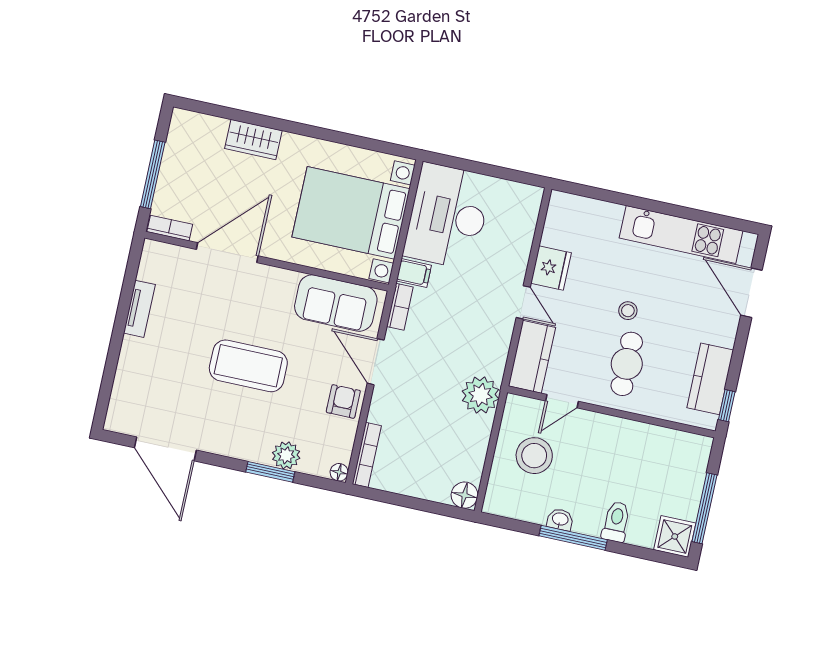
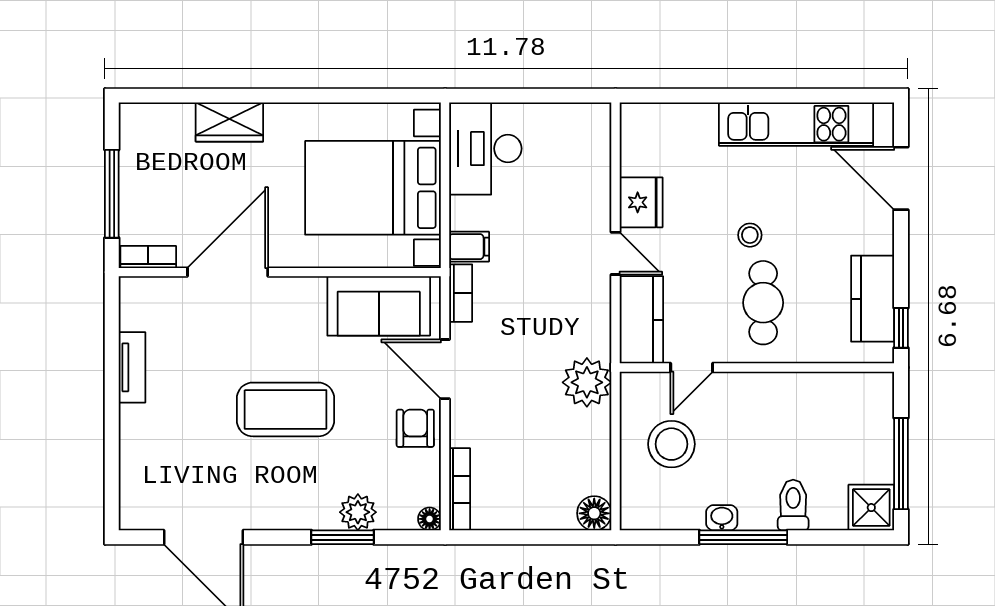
desk: (448, 216) -> (485, 149), width x0.73, depth x0.77

